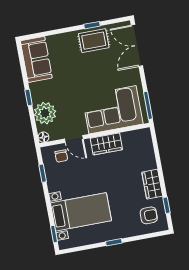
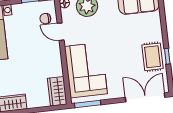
door: (74, 139) -> (61, 32), hinge flipped
wardrobe: (106, 144) -> (57, 91), moved

